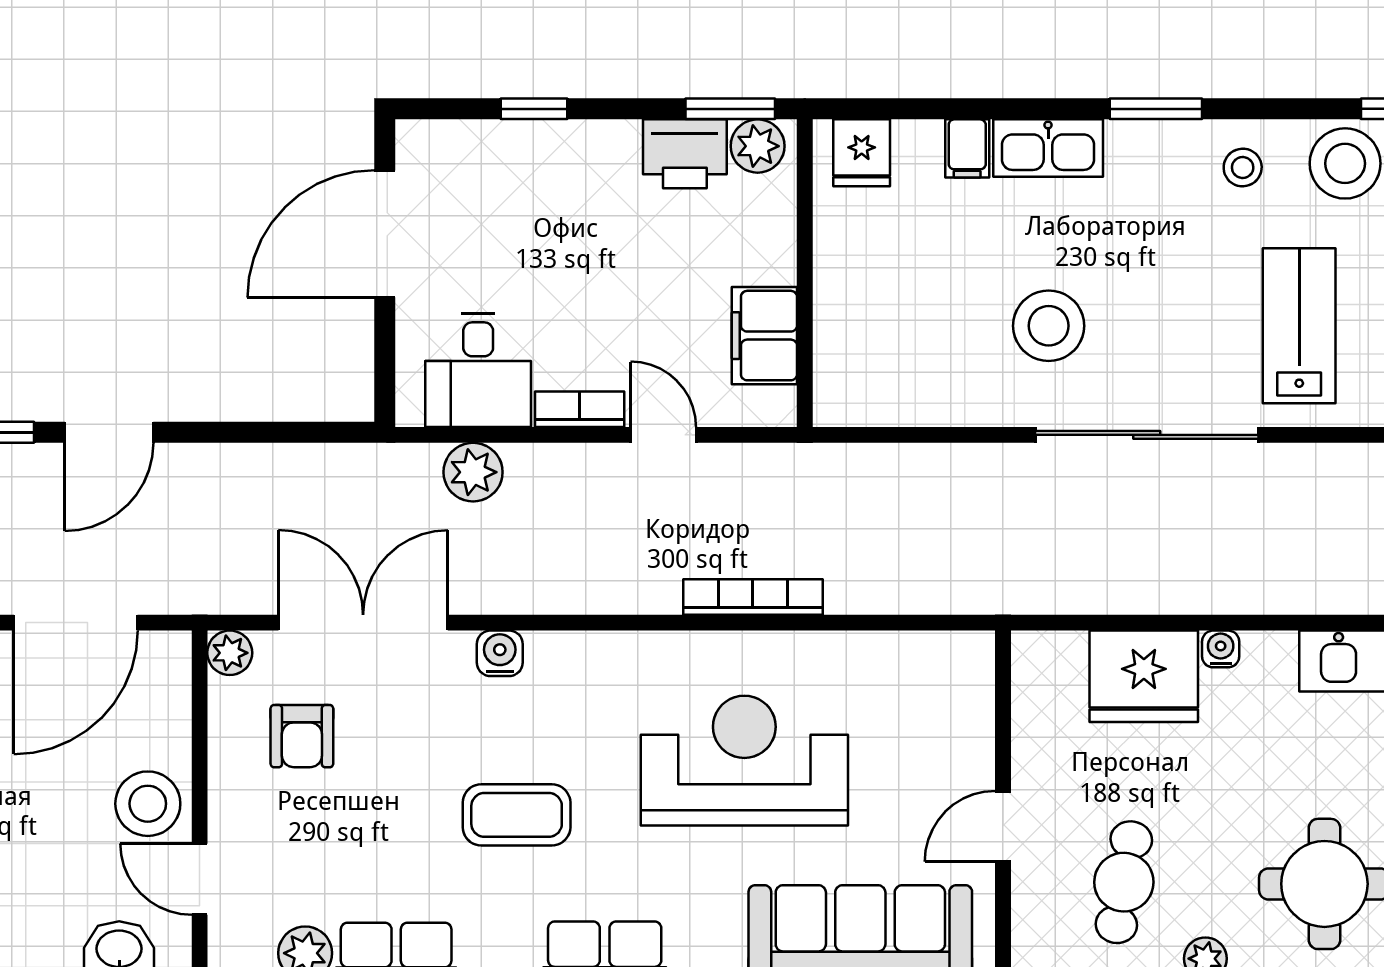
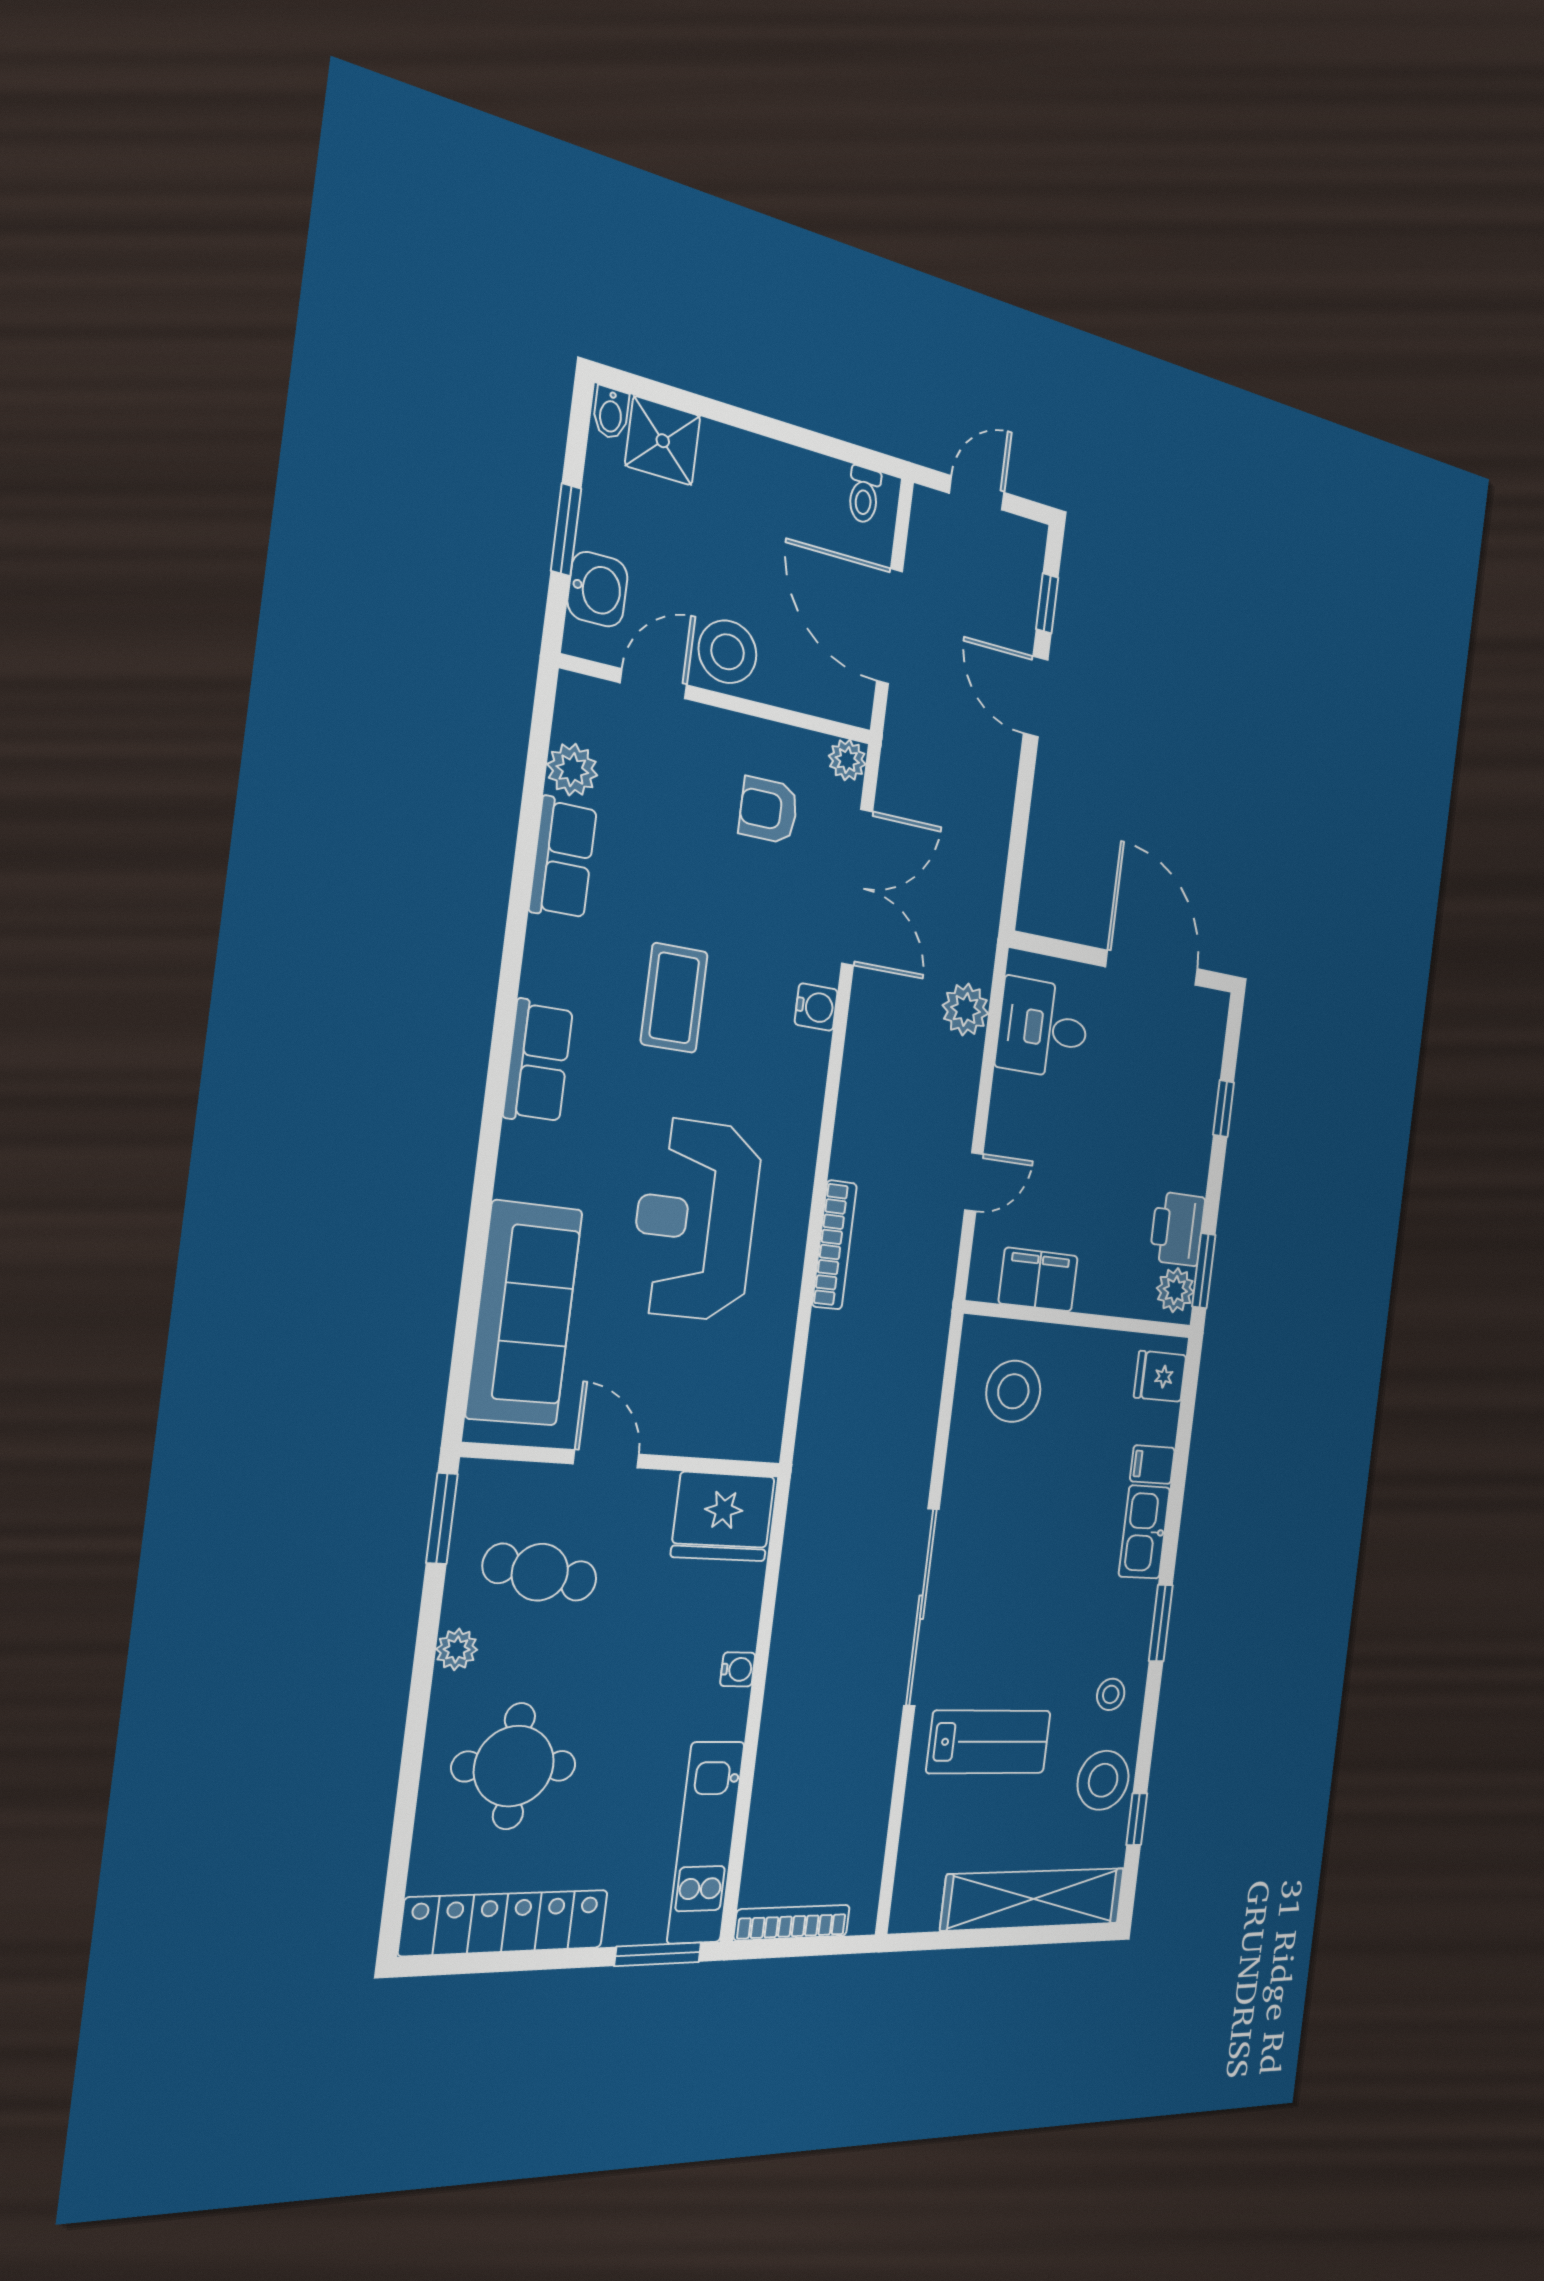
stool: (1049, 326) -> (1013, 1391), moved
bookcase: (580, 409) -> (1002, 1112), removed
fridge: (1144, 676) -> (723, 1517), moved, turned -90
reception desk: (744, 761) -> (696, 1220), turned 180

